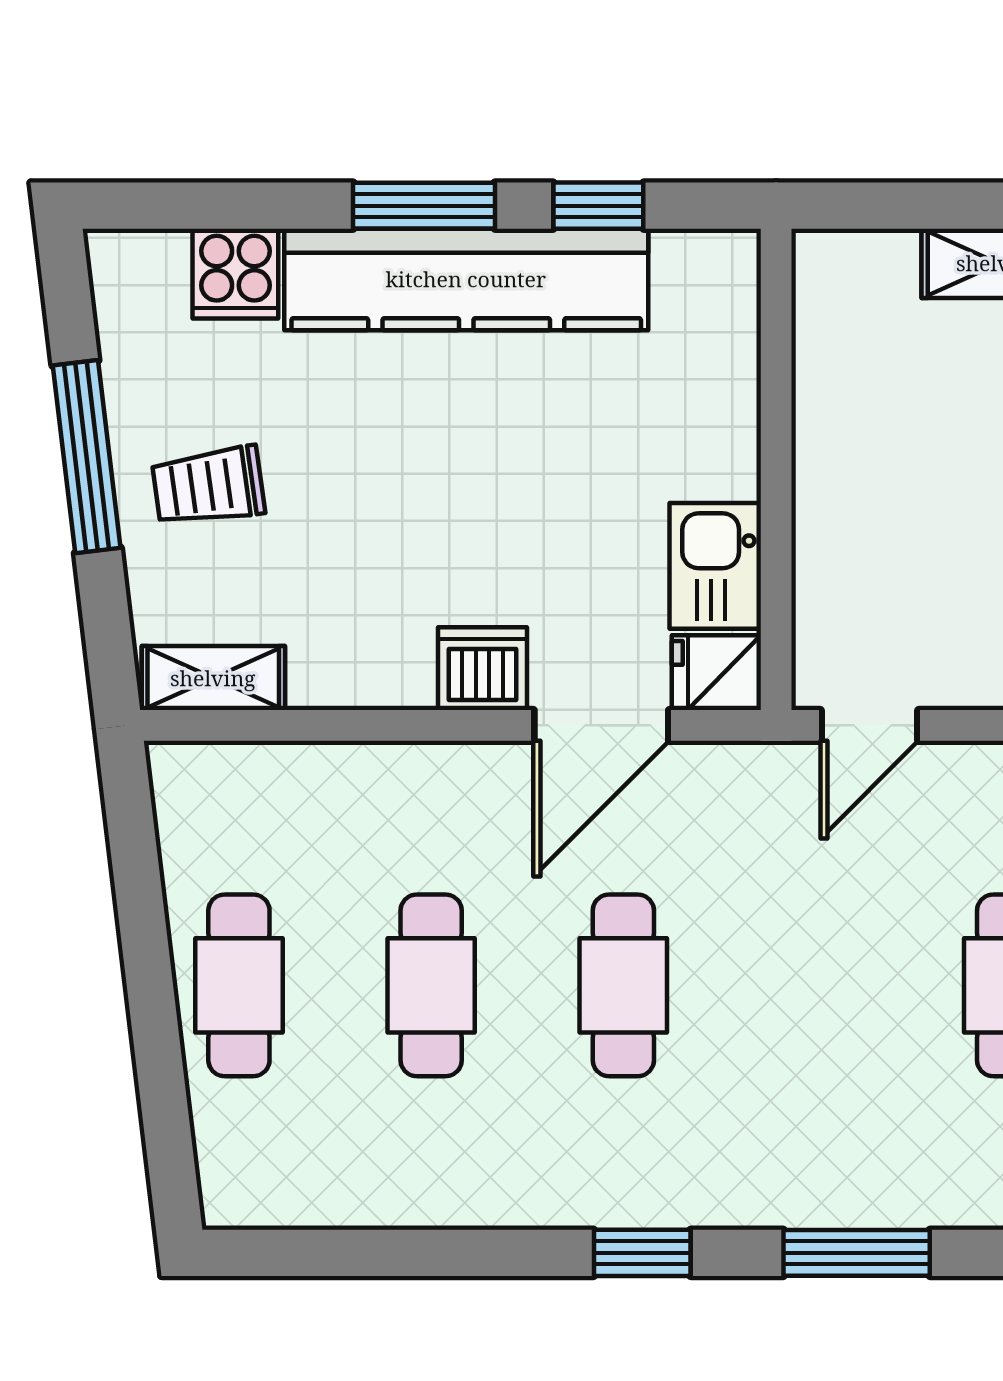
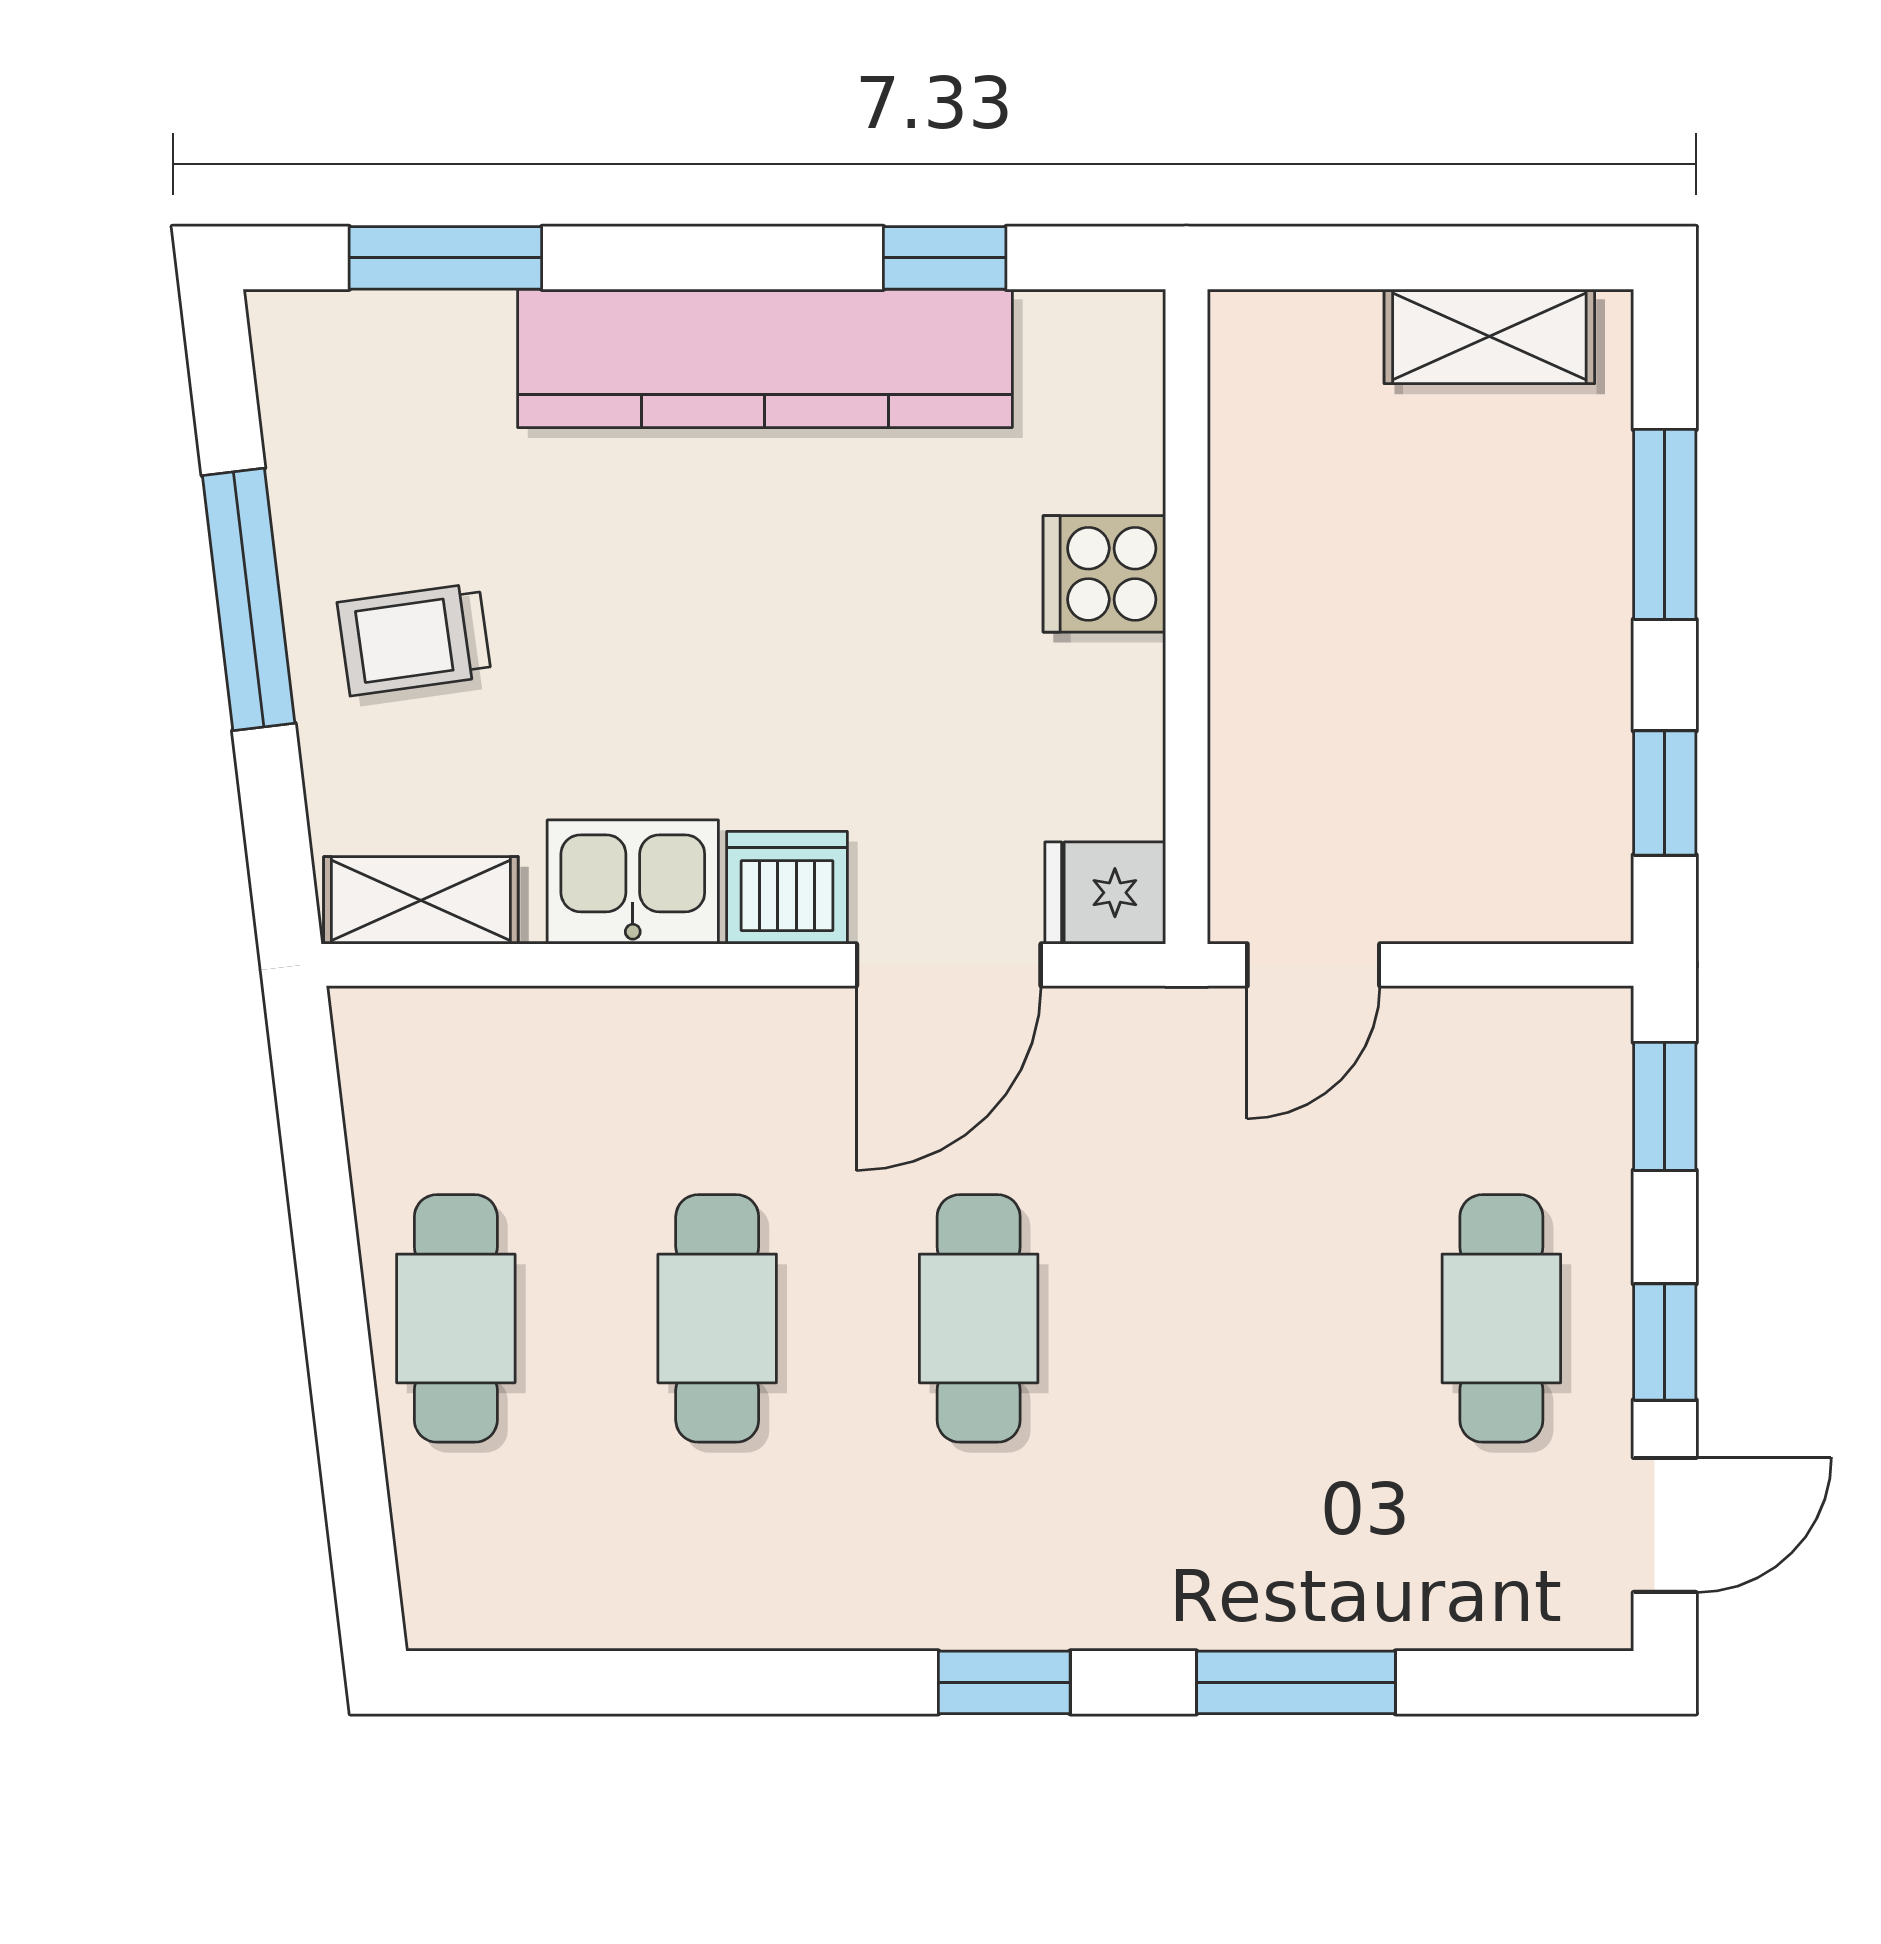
window: (424, 206) -> (445, 258), moved
cooker: (235, 274) -> (1104, 574), moved, turned 90
kitchen sink: (715, 566) -> (633, 882), moved, turned 90

